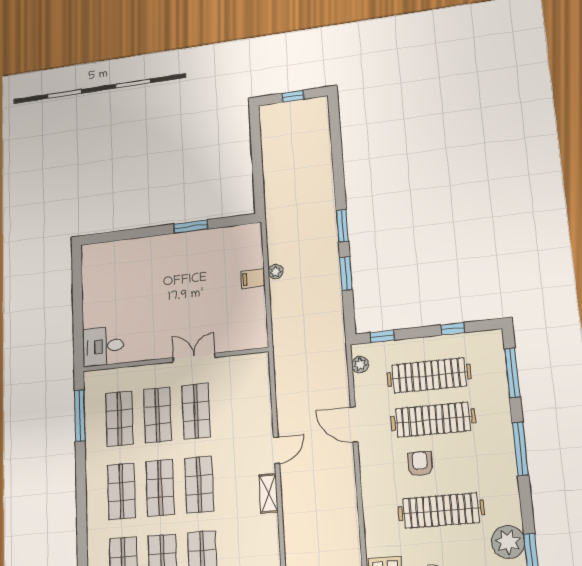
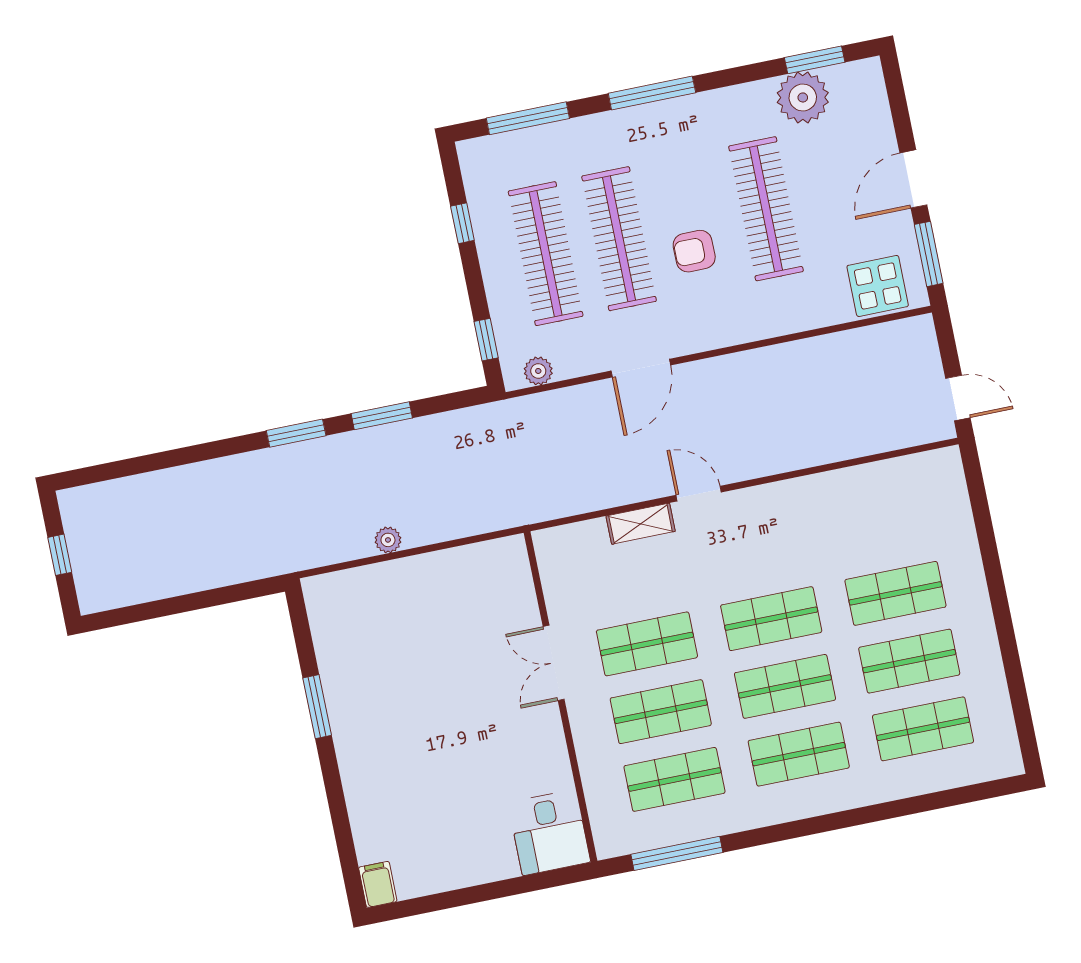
filing cabinet: (253, 279) -> (378, 884), moved, turned 180
shelving: (268, 493) -> (641, 524), moved

